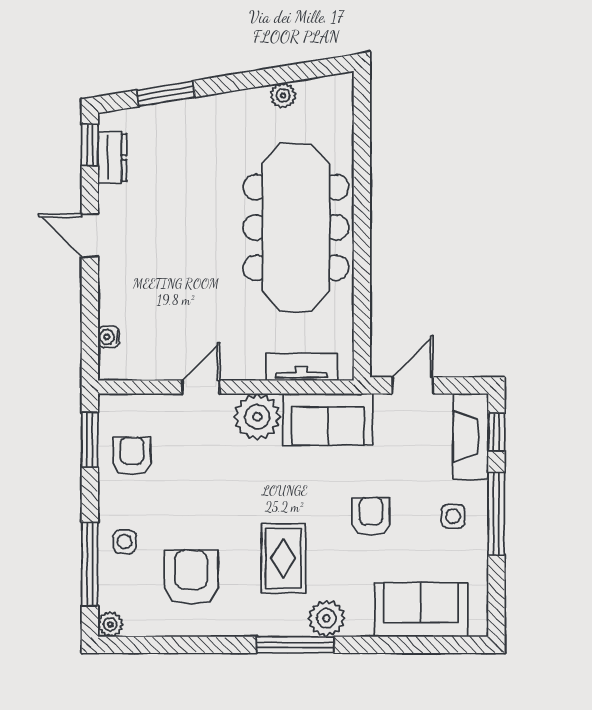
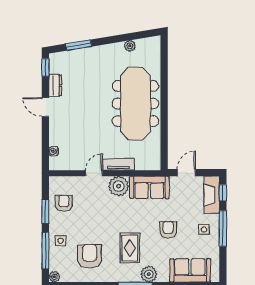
dresser: (112, 158) -> (55, 85), moved
tv unit: (302, 367) -> (119, 164), moved
window: (90, 440) -> (45, 211), moved

